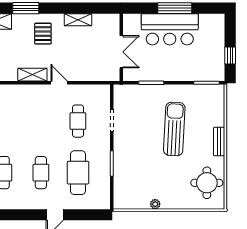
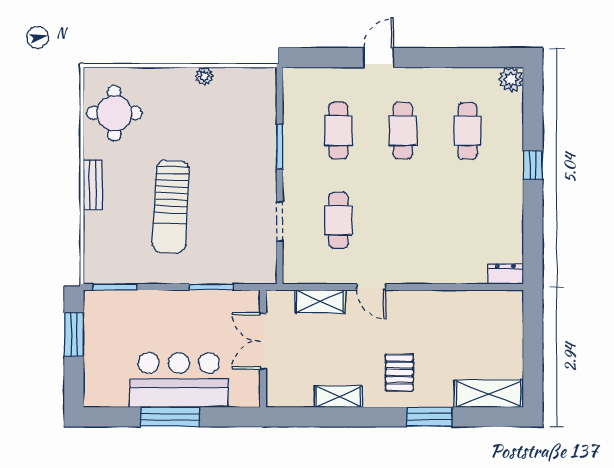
window: (230, 55) -> (74, 335), width x1.50
shelving: (32, 75) -> (320, 301), moved
cafe table: (78, 173) -> (338, 131), width x0.73, depth x0.74

